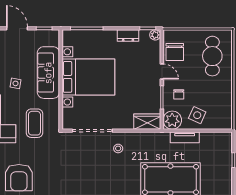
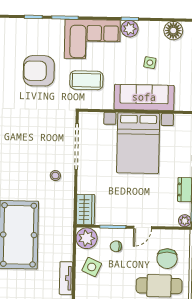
chair: (175, 52) -> (167, 259), moved, turned -90
side table: (16, 83) -> (150, 63), moved
tv unit: (185, 137) -> (66, 278), moved
armchair: (19, 178) -> (39, 71), moved

